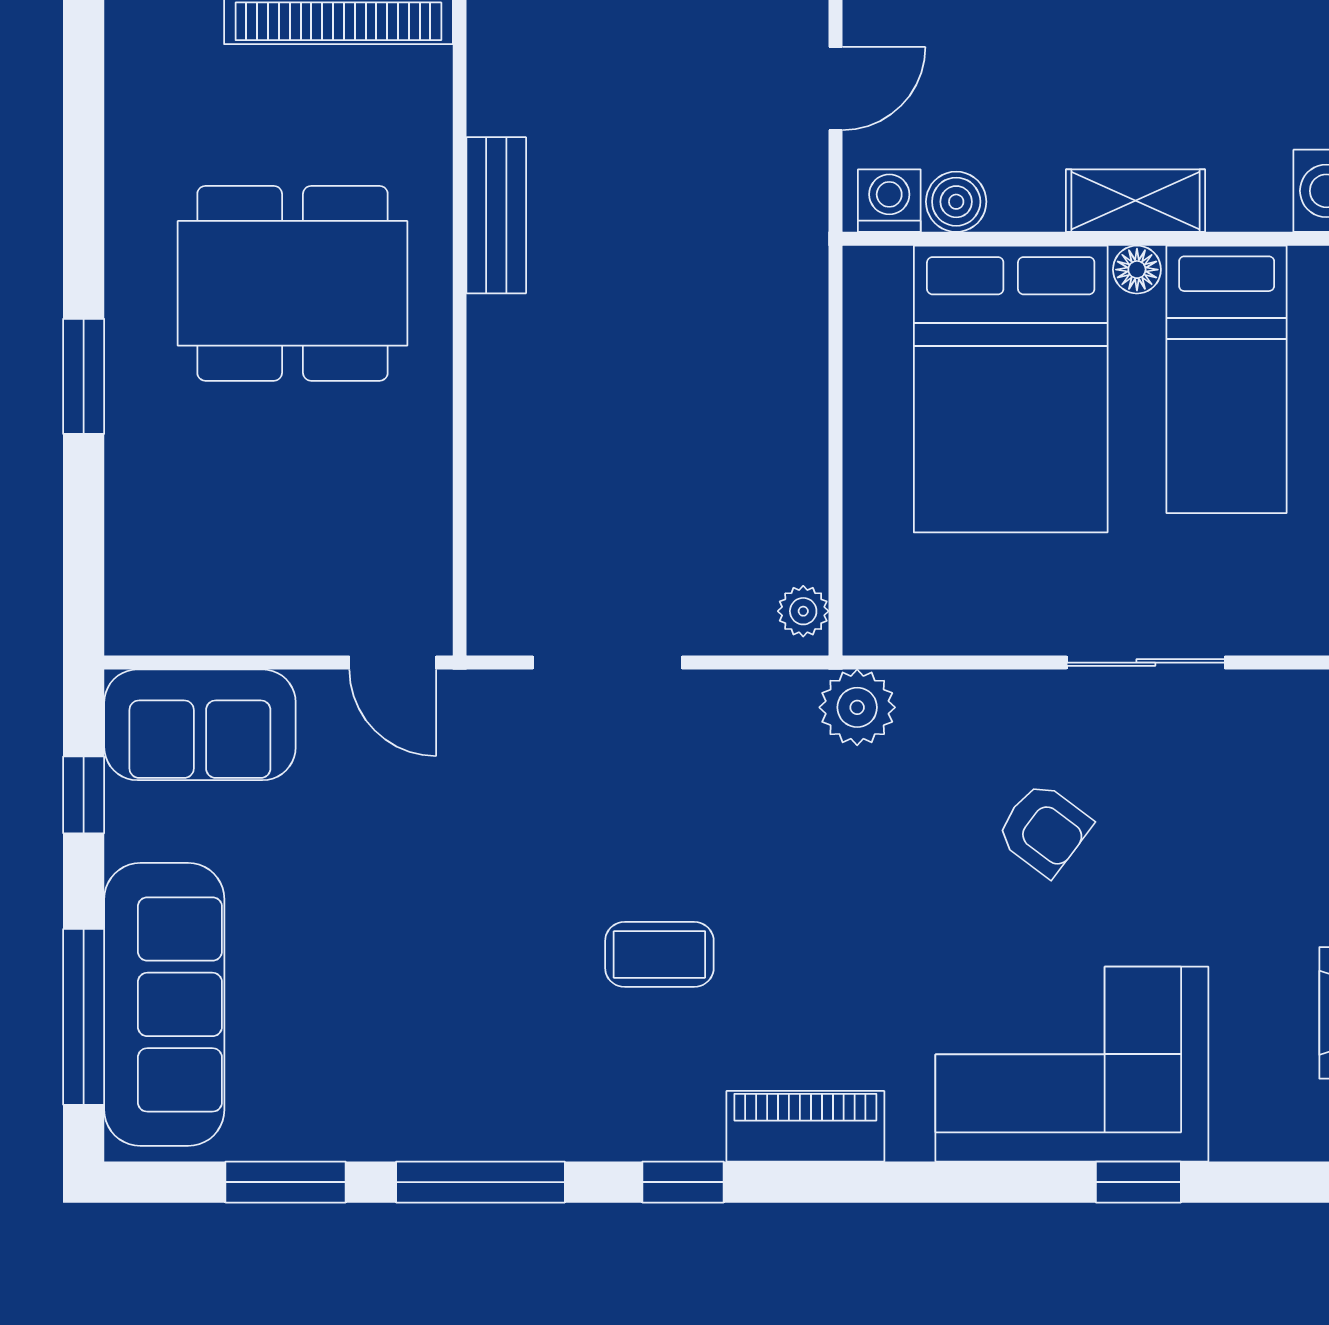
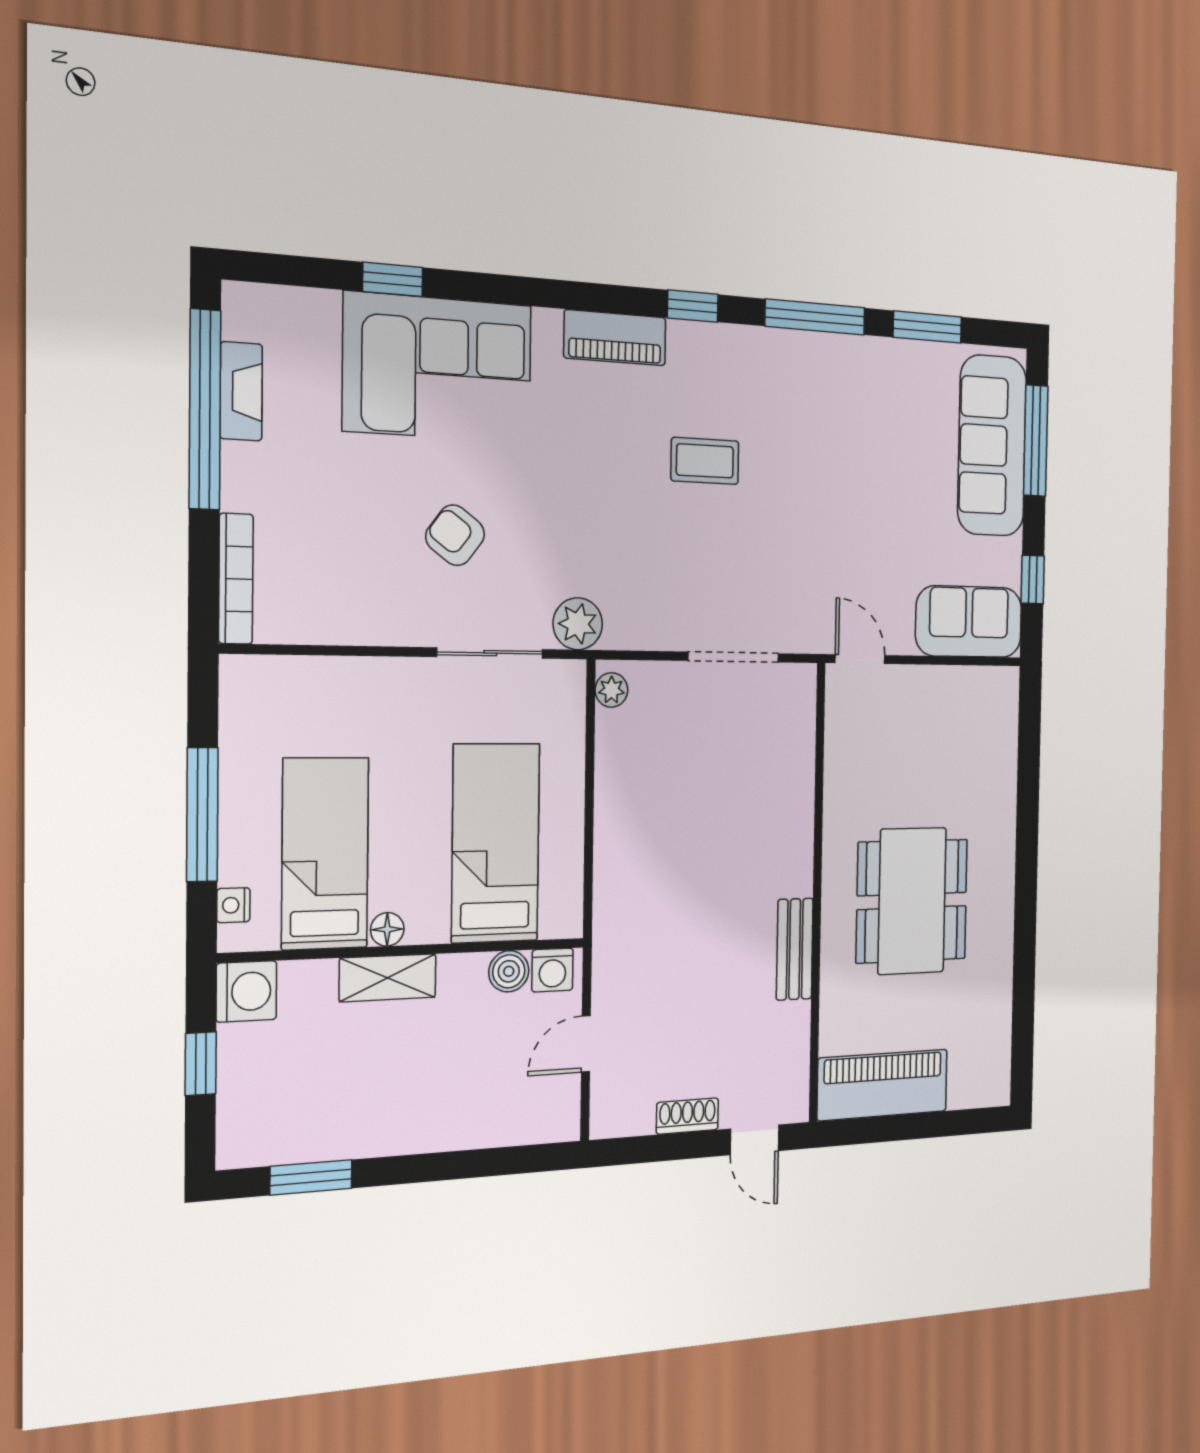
dining table: (293, 283) -> (912, 901), turned 90
window: (84, 376) -> (1027, 839), removed
bed: (1011, 389) -> (496, 843), width x0.67
sliding door: (1146, 663) -> (490, 653), moved

